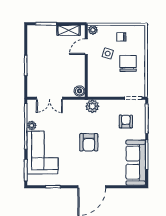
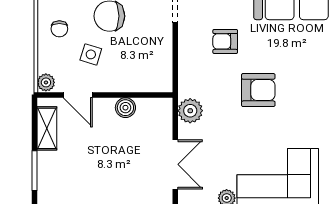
boiler: (80, 91) -> (125, 108), moved
plant: (92, 106) -> (190, 111), moved
armchair: (126, 121) -> (225, 41), moved

